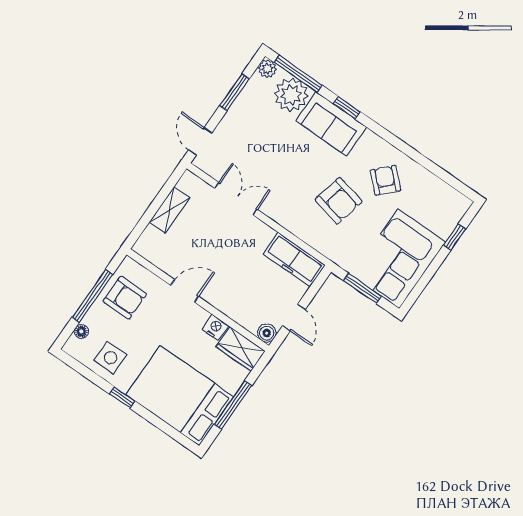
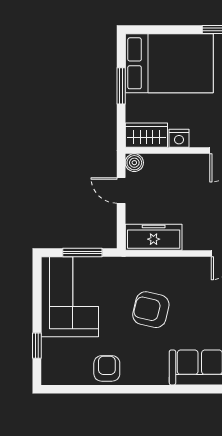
window: (347, 108) -> (196, 389), removed
armchair: (385, 180) -> (107, 368), moved, turned -134
window: (233, 405) -> (121, 86), width x0.69

